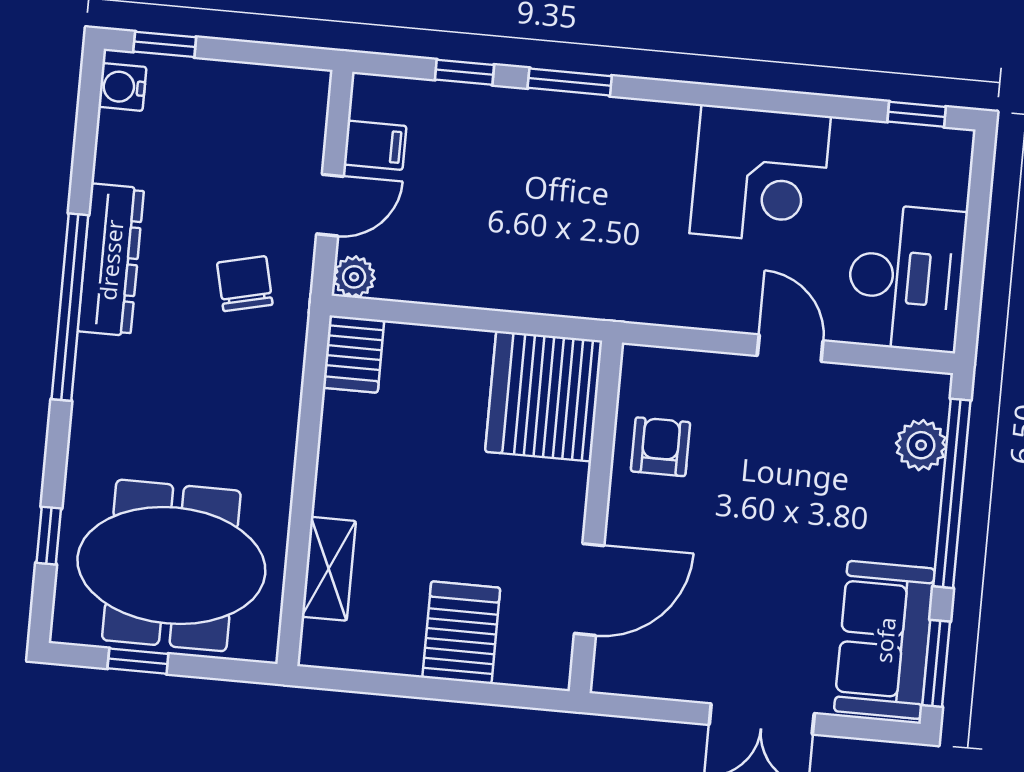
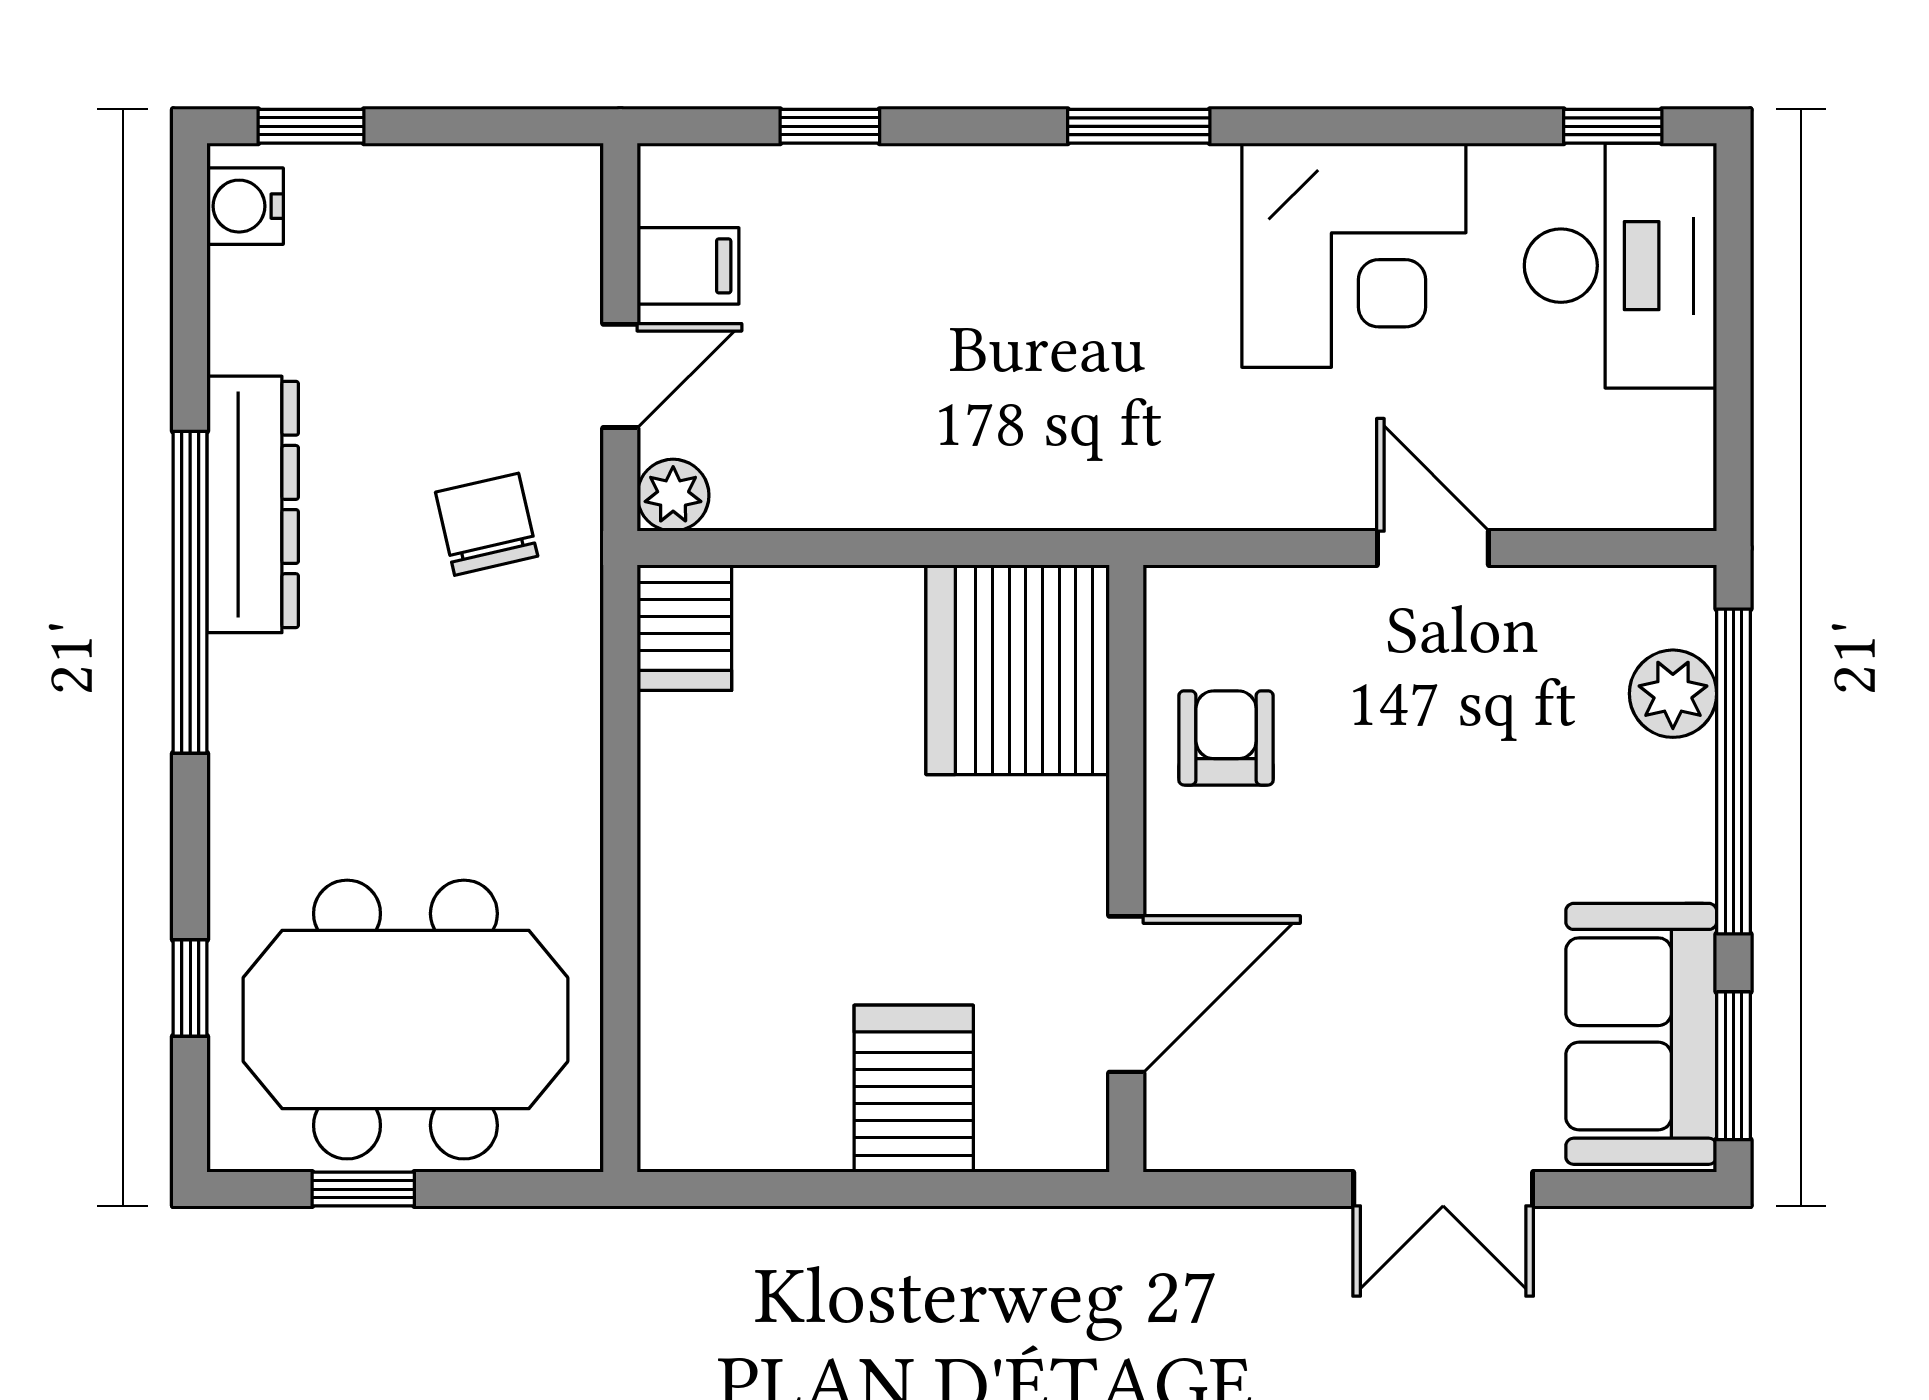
window: (570, 82) -> (1139, 126), moved
desk: (906, 278) -> (1620, 266), moved
shelving: (329, 569) -> (676, 1000), removed

